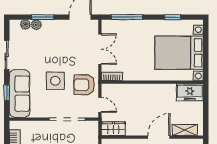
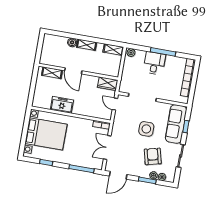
armchair: (84, 85) -> (153, 156), moved, turned -104
freezer: (190, 92) -> (62, 105), moved
door: (159, 137) -> (73, 71), hinge flipped

